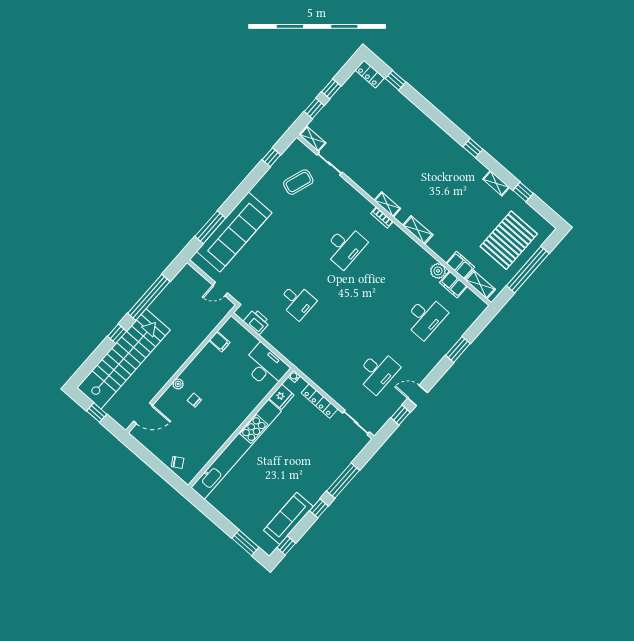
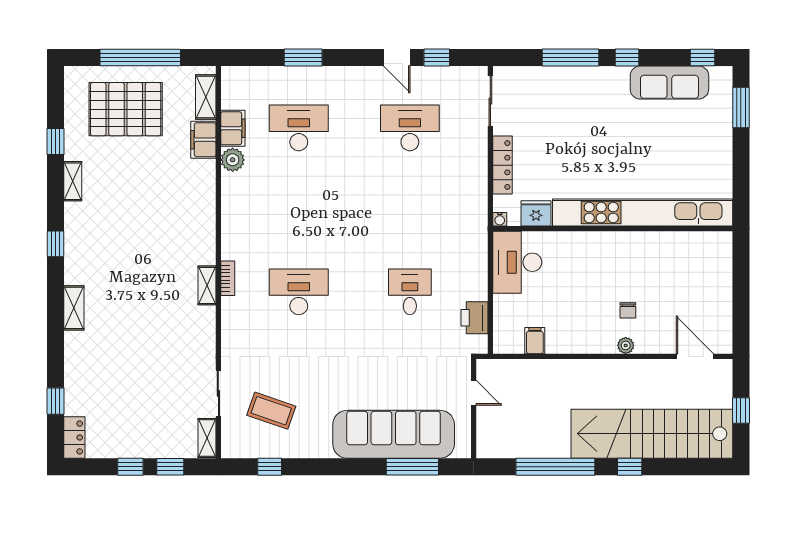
shelving: (418, 230) -> (74, 308), moved
chair: (178, 462) -> (717, 267), removed

